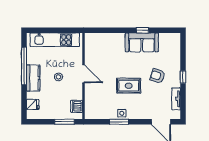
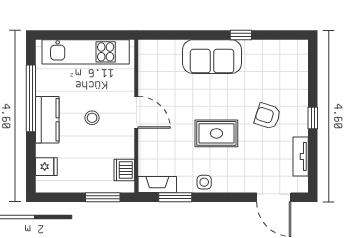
sofa: (142, 42) -> (212, 57), moved
fireplace: (95, 115) -> (157, 184), added
window: (119, 122) -> (175, 197), moved

